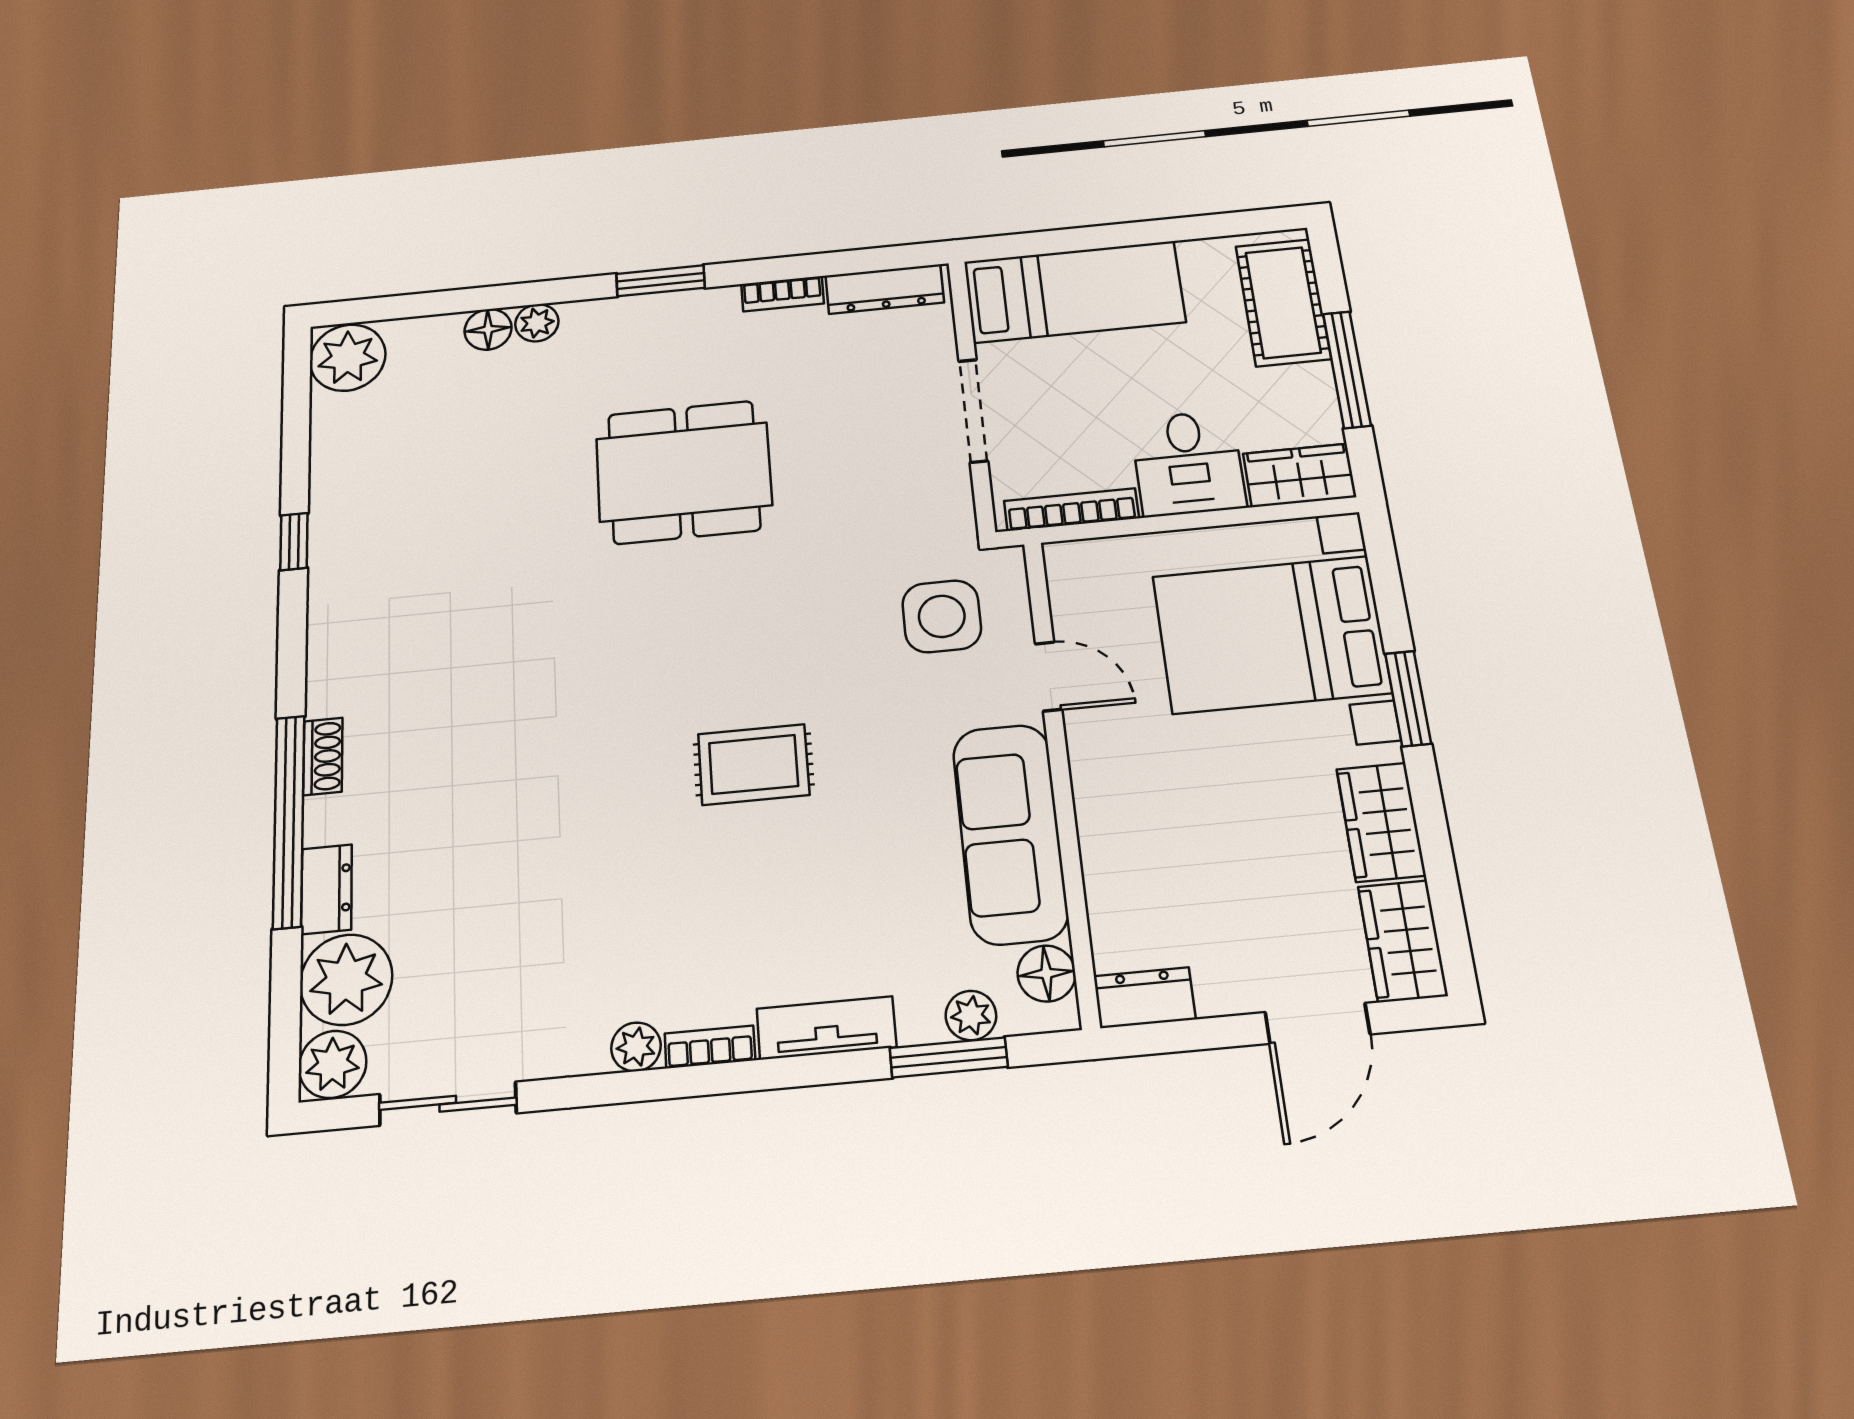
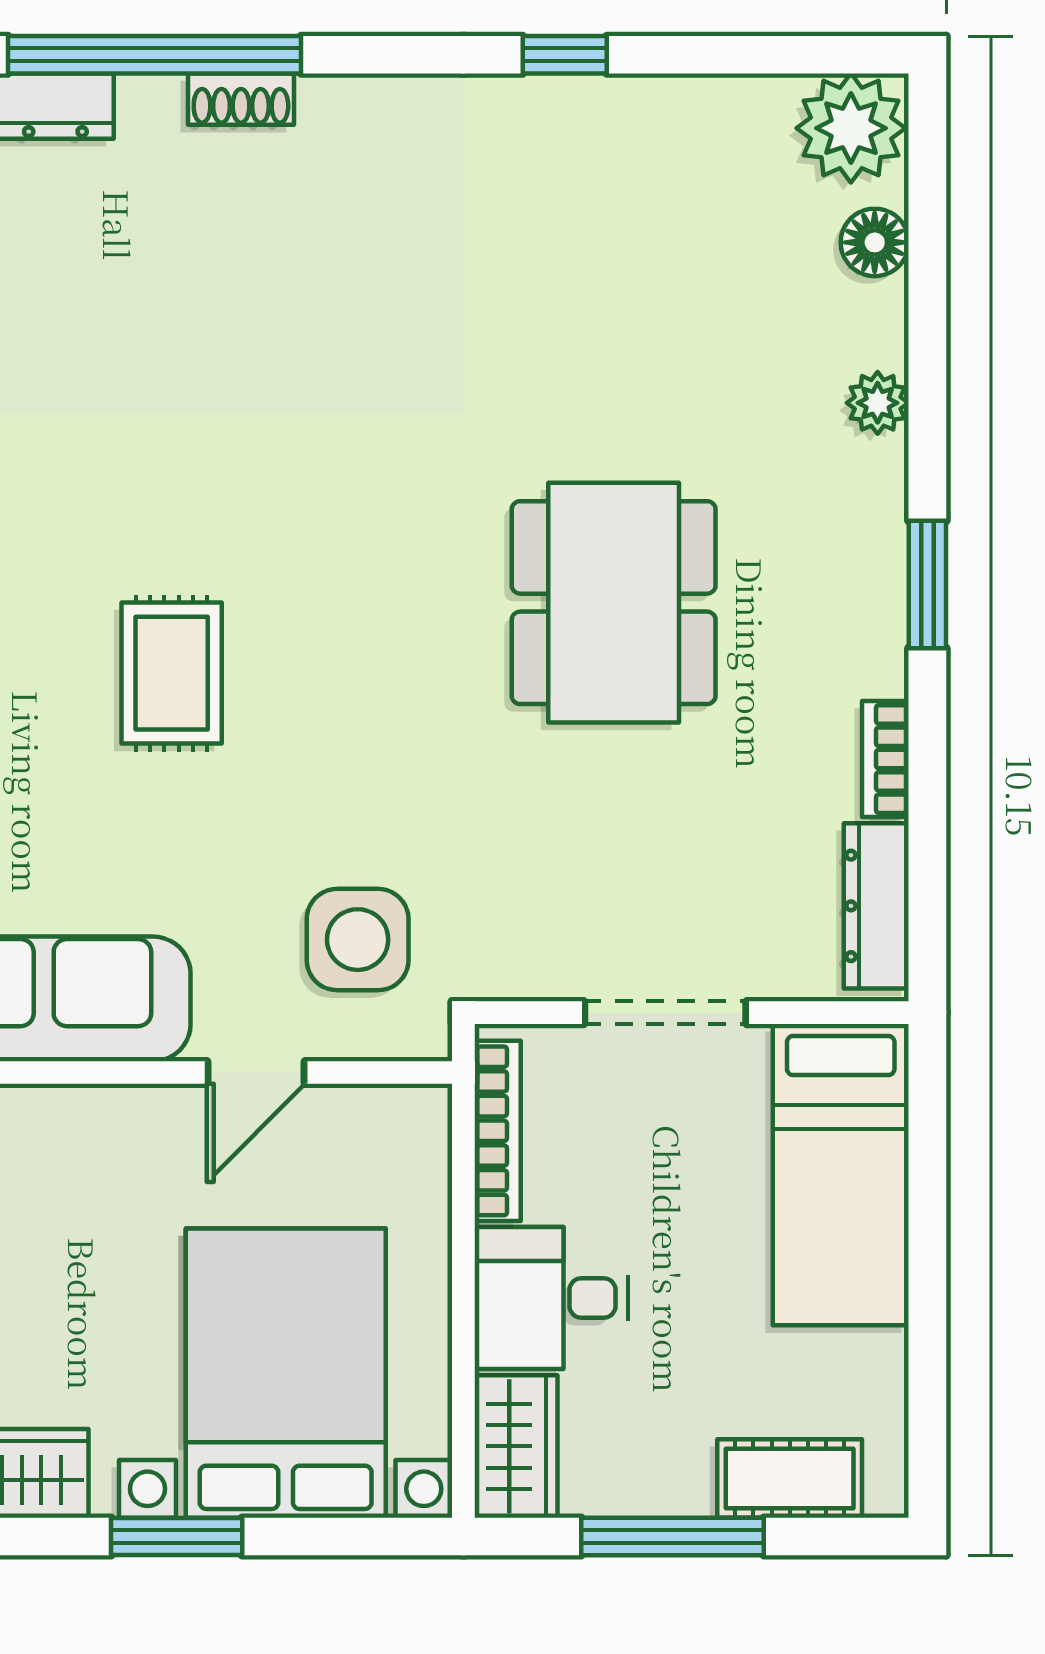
cot: (1283, 302) -> (790, 1478), width x0.73, depth x0.75
floor lamp: (488, 329) -> (875, 242), moved

